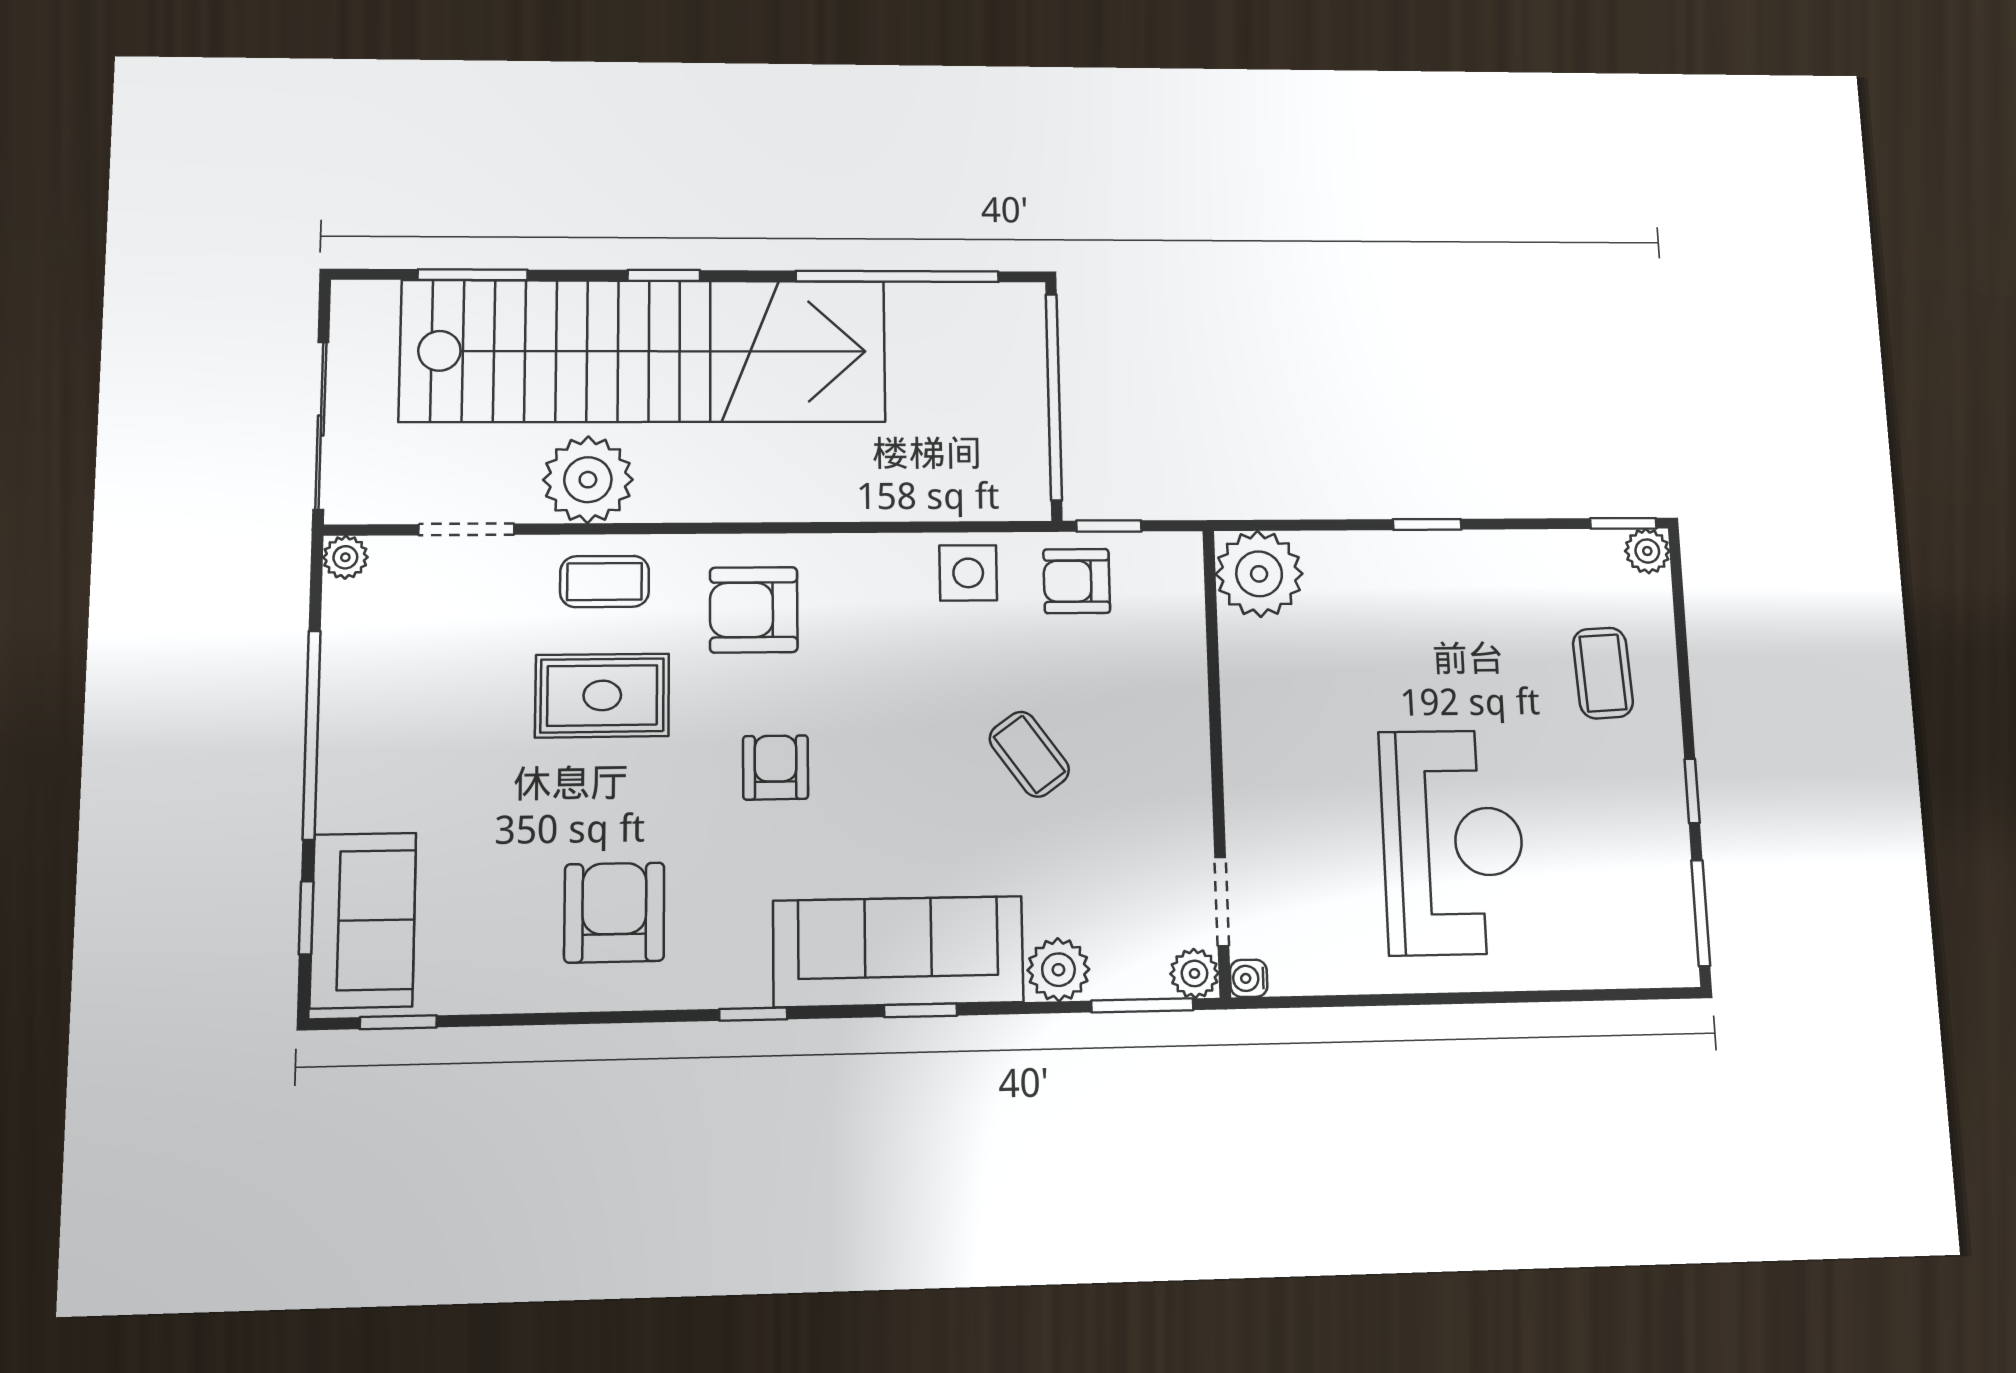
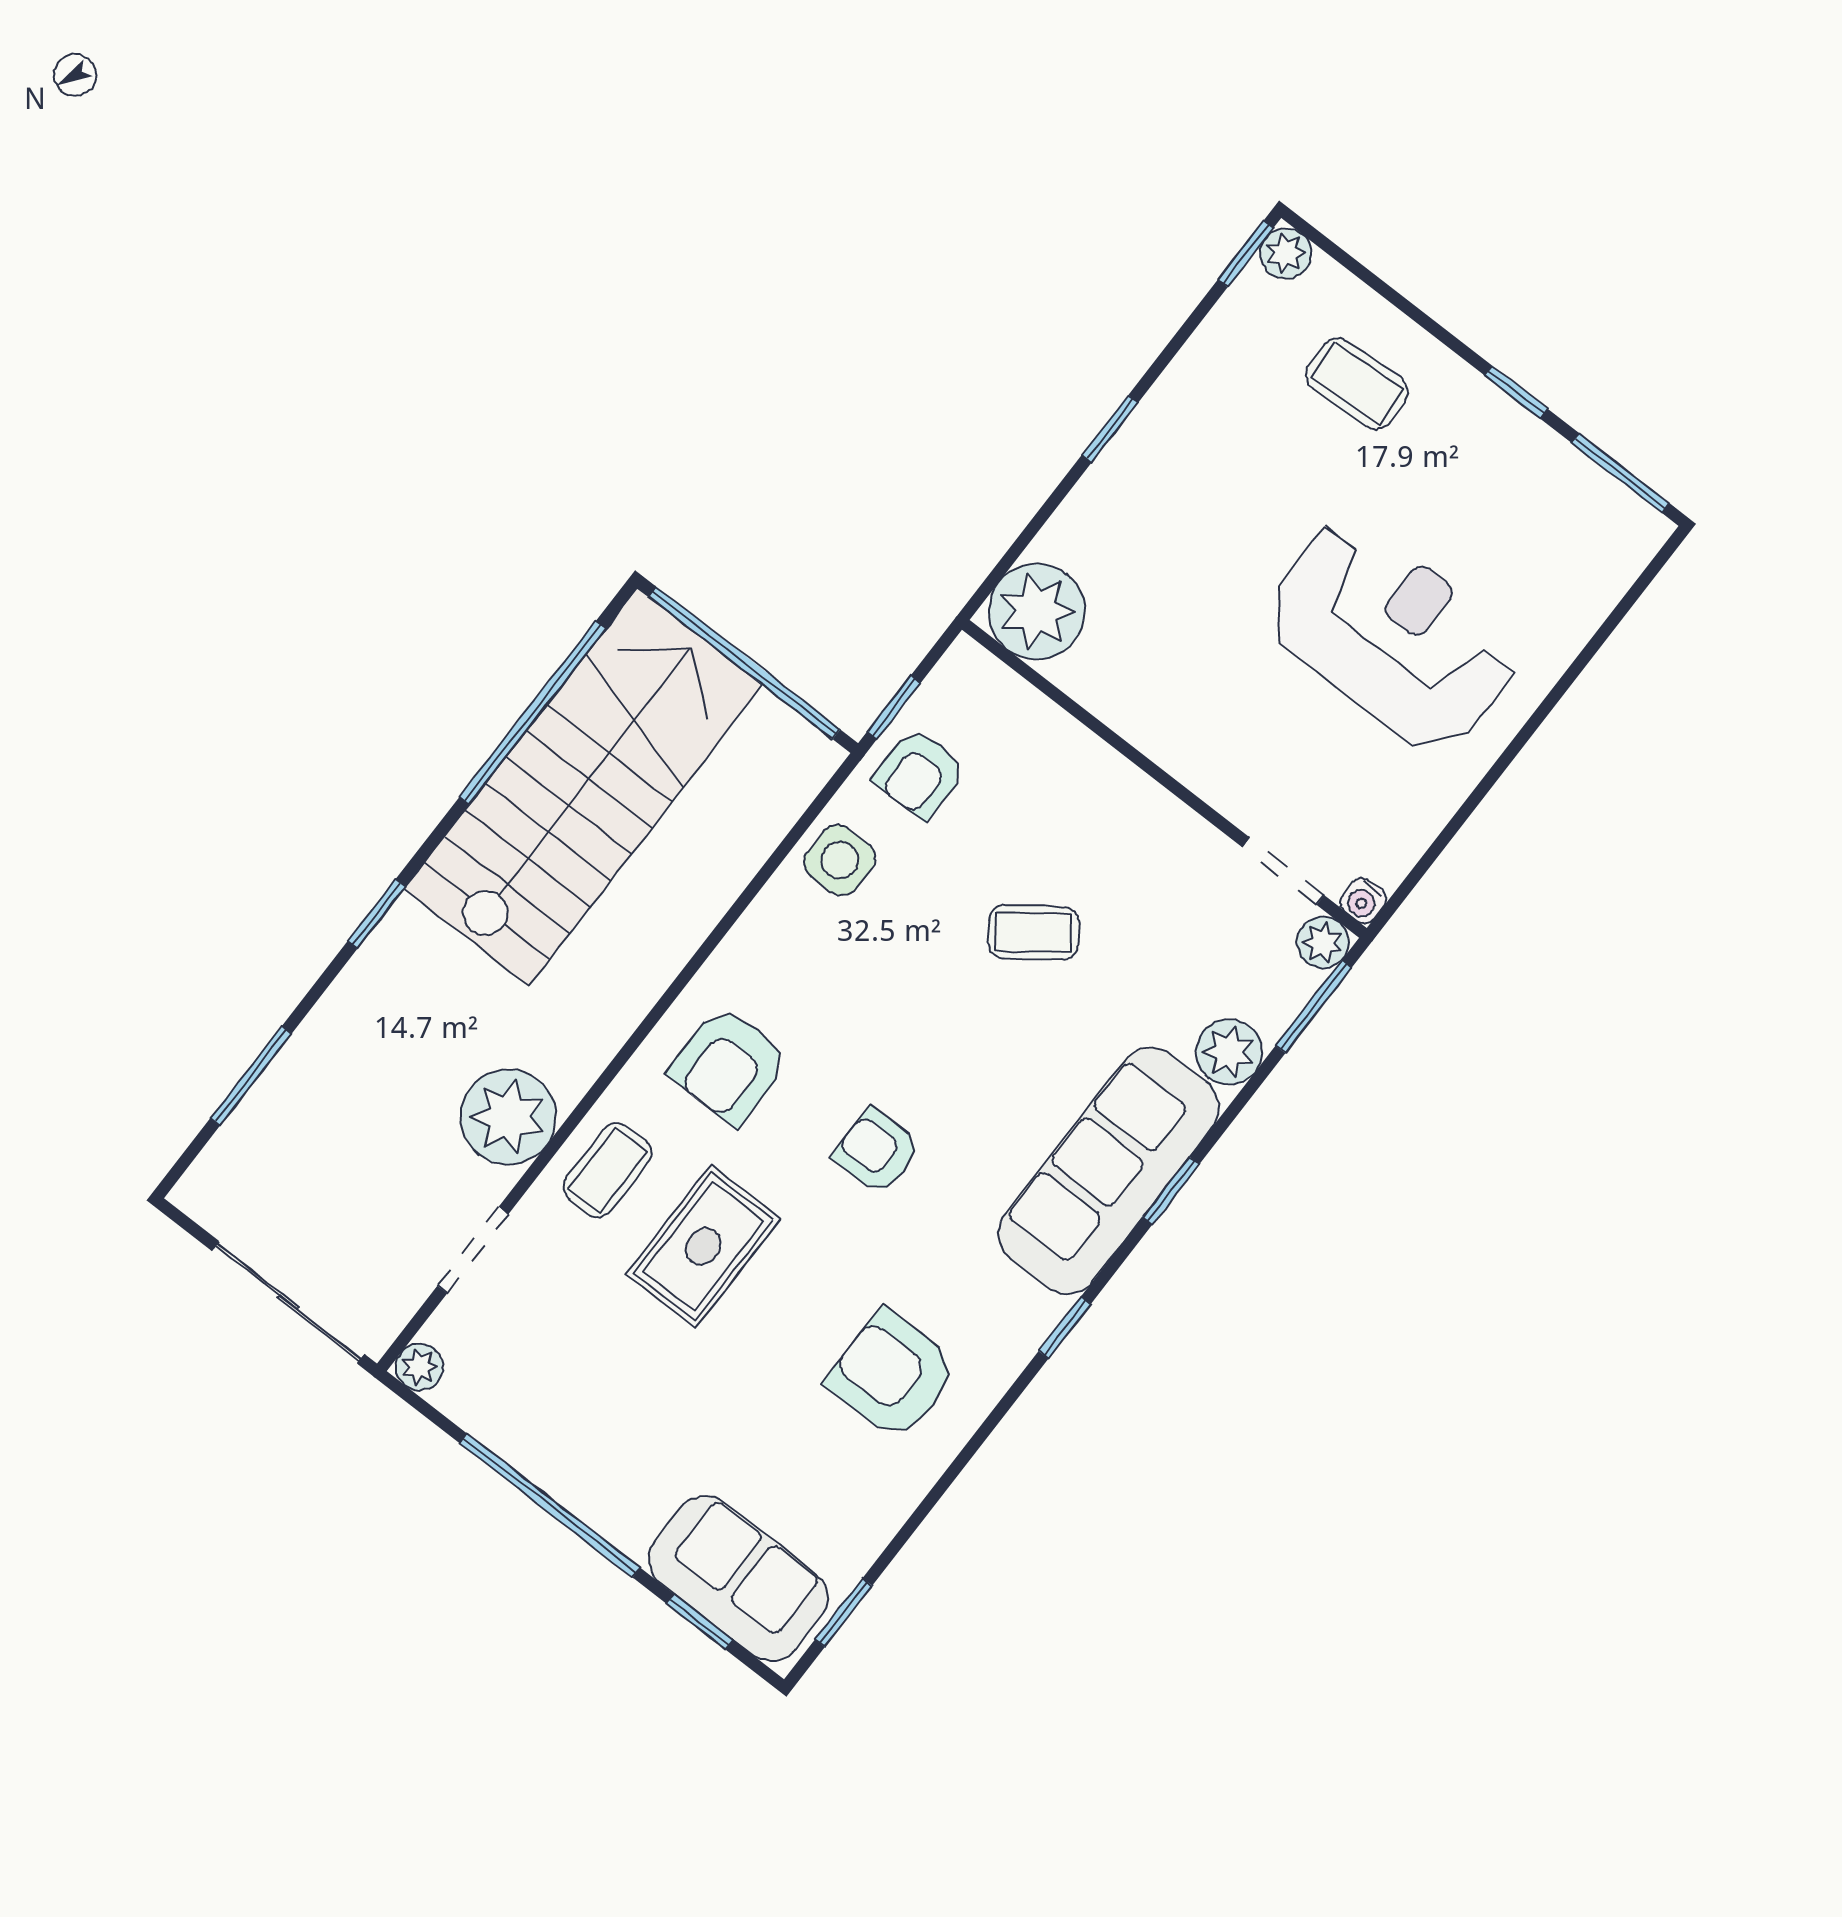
stairs: (644, 351) -> (583, 787), moved, width x0.73

